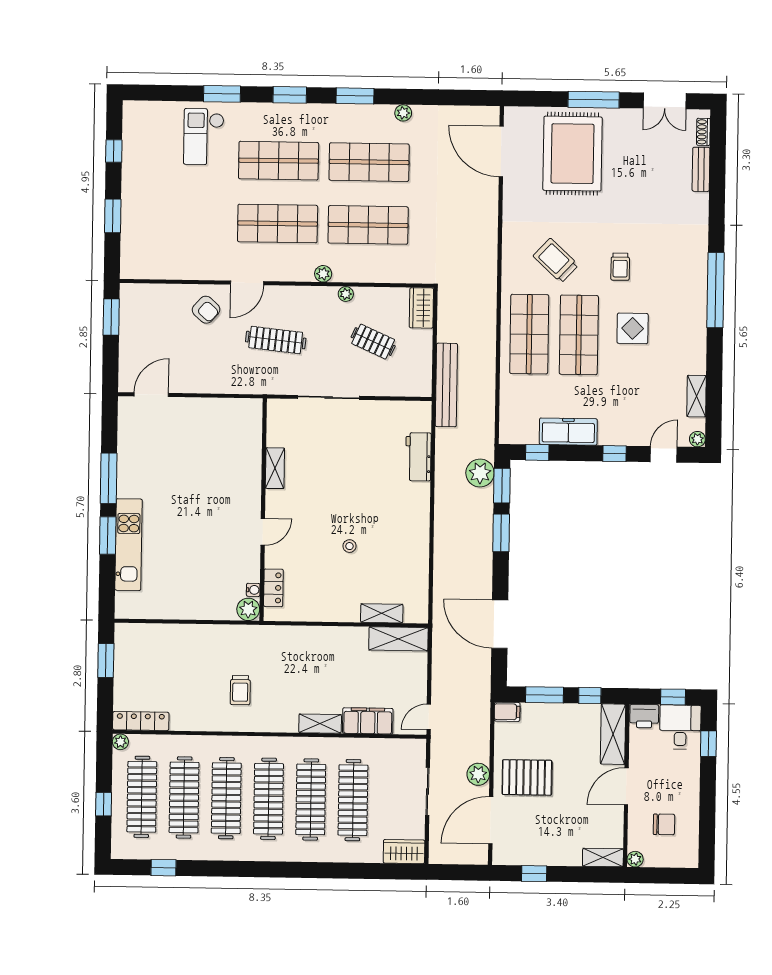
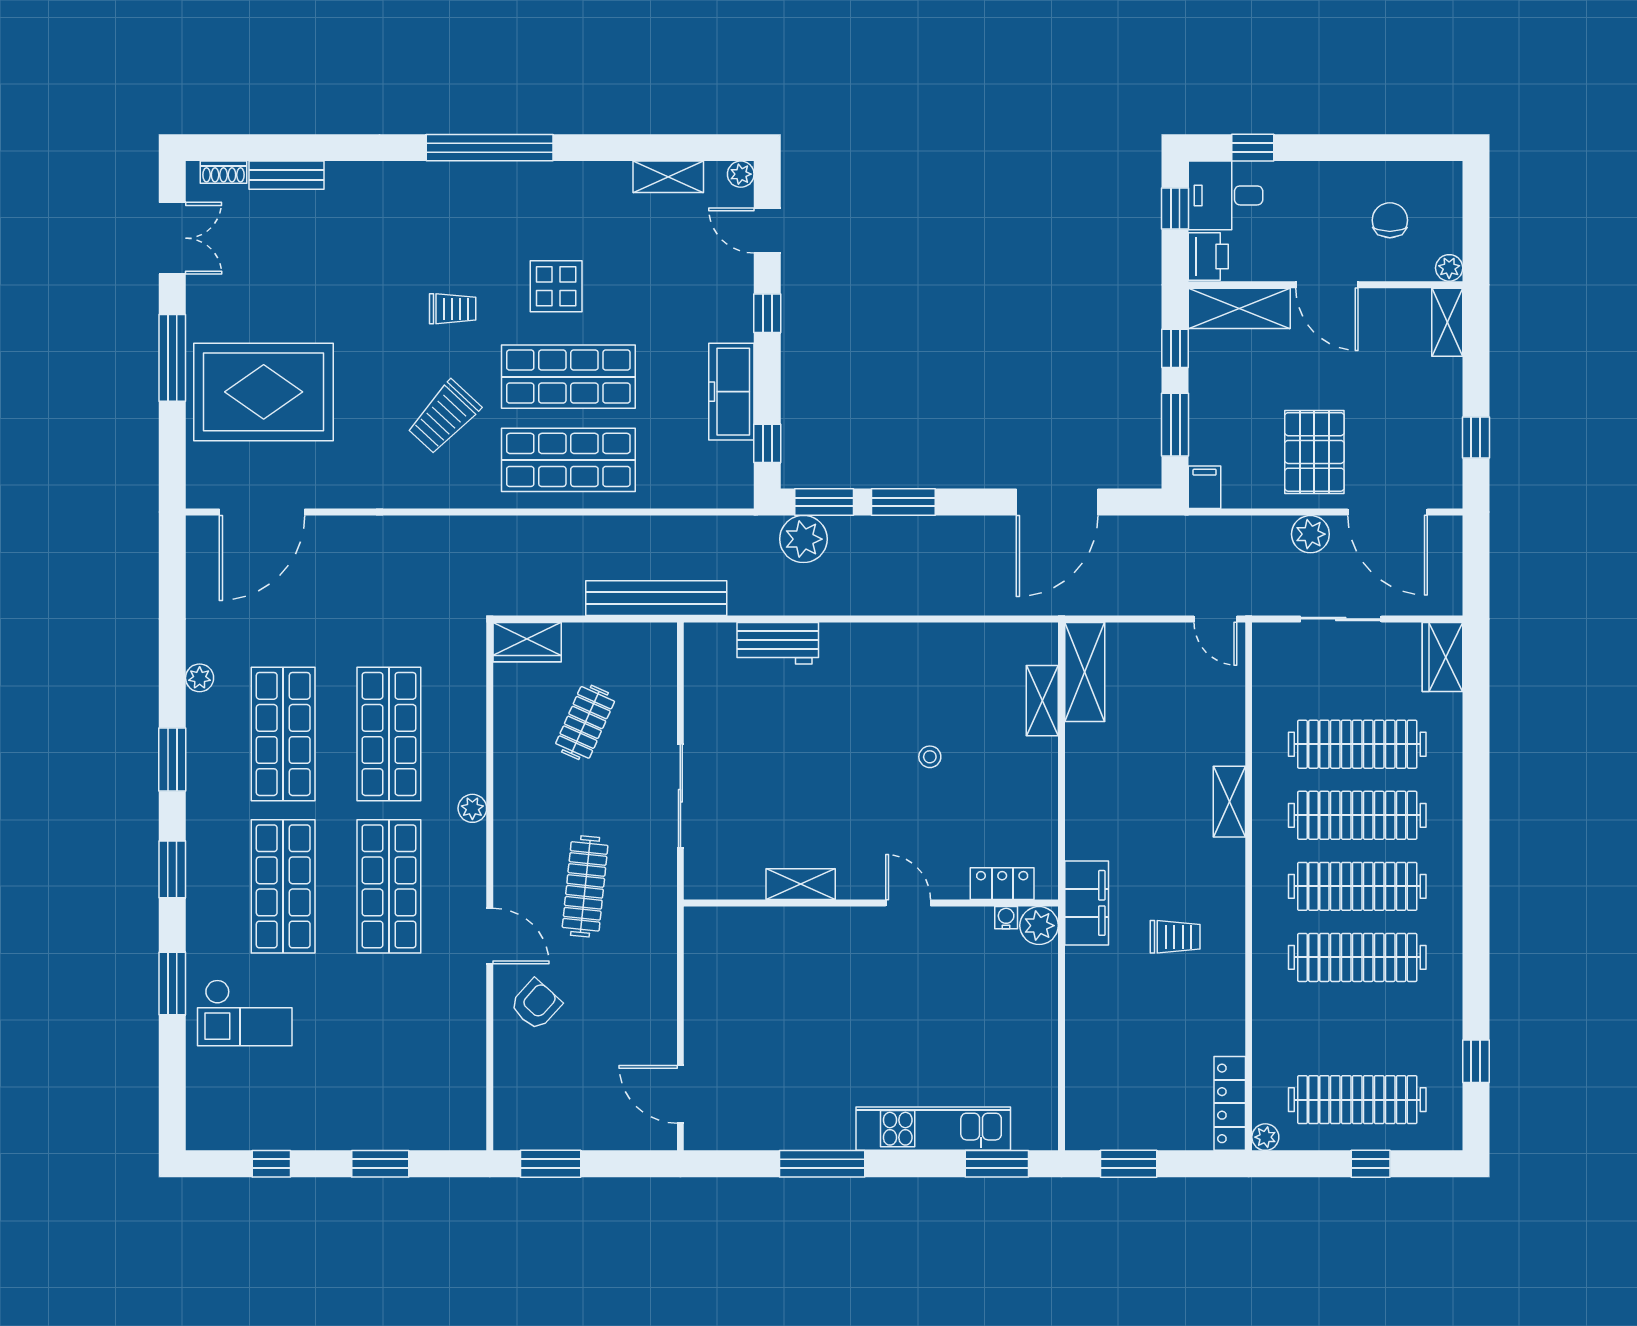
plant: (346, 294) -> (506, 770), removed
window: (108, 535) -> (997, 1164), moved
filing cabinet: (368, 721) -> (1087, 903), moved, turned 180
clothes rail: (184, 797) -> (1357, 1029), removed

